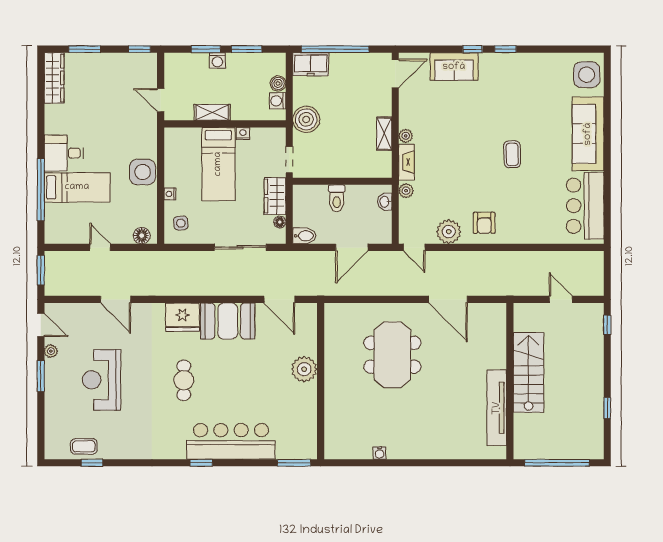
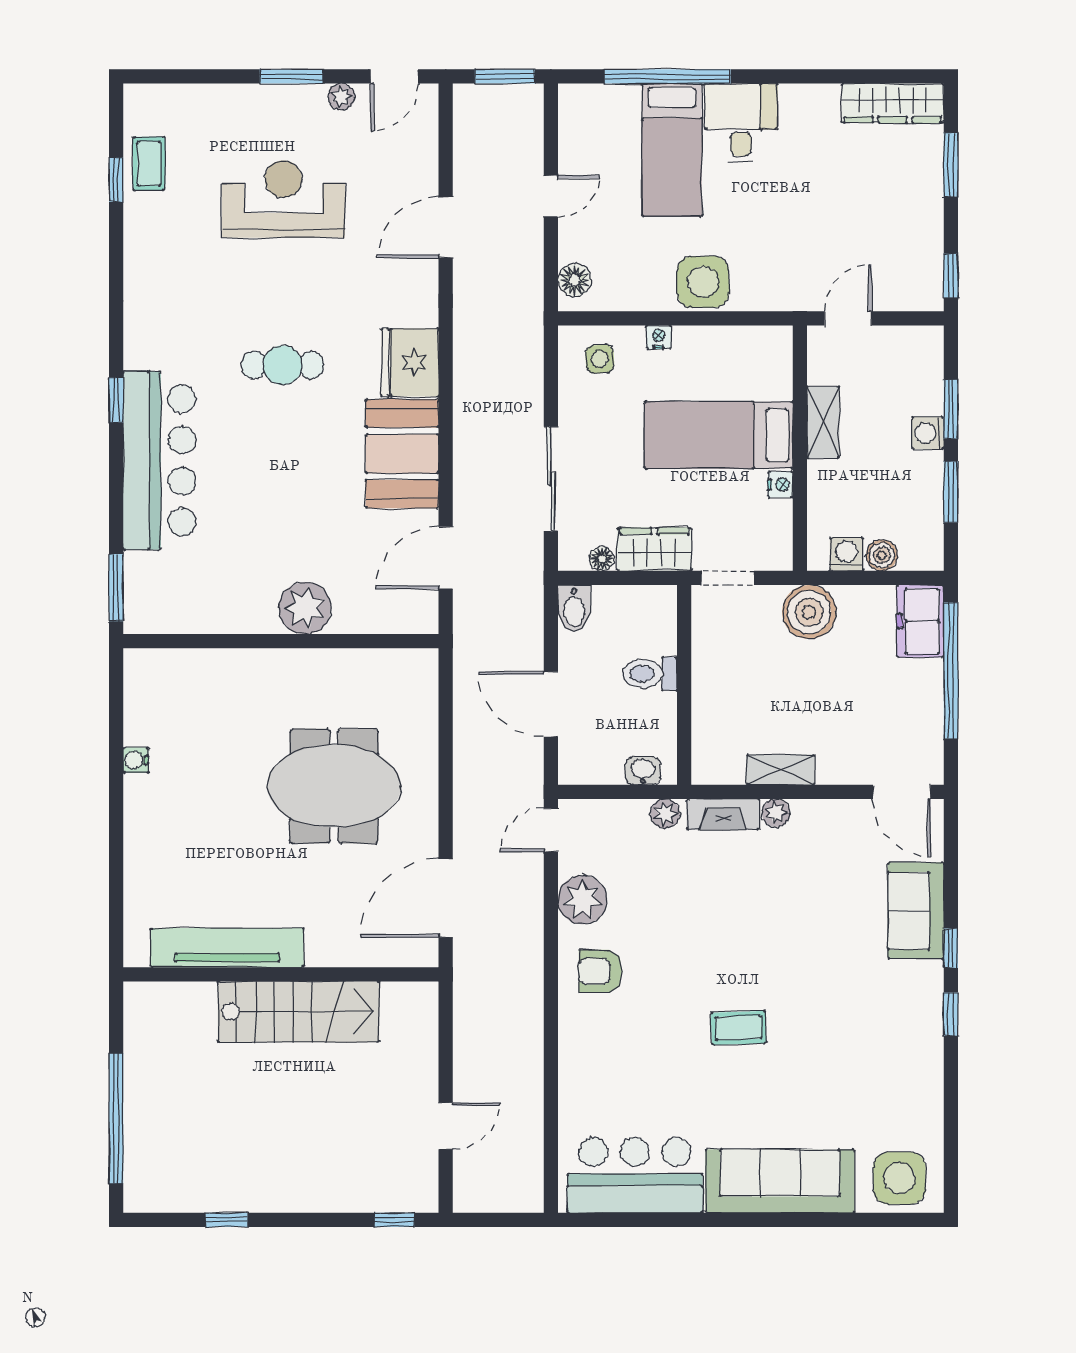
stairs: (529, 372) -> (299, 1012), moved
wall: (510, 381) -> (281, 974), moved
tv unit: (497, 408) -> (227, 948), moved

